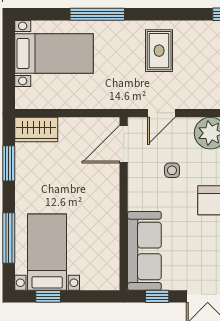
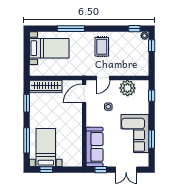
wardrobe: (36, 130) -> (46, 86), width x1.50

